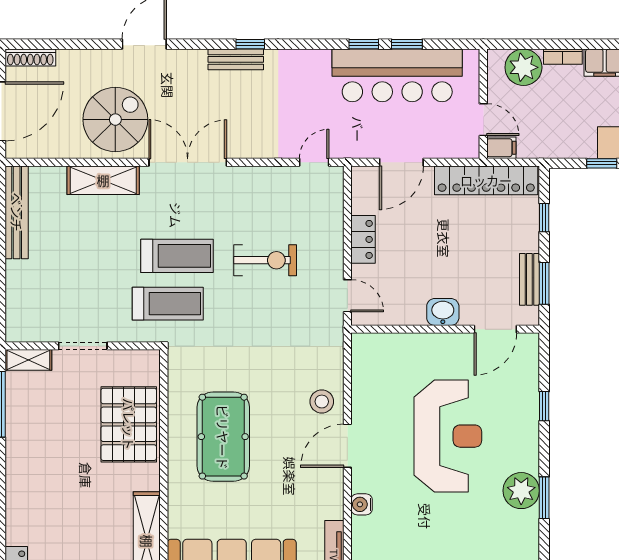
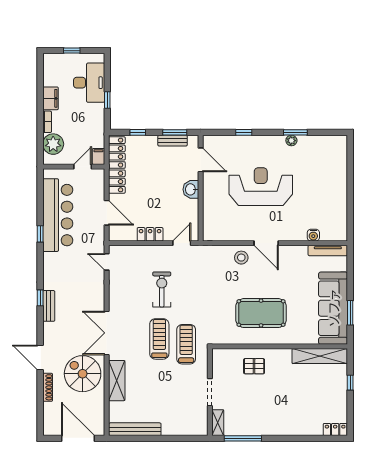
window: (407, 44) -> (40, 210), removed
shoe rack: (30, 57) -> (48, 387), moved
pallet: (129, 424) -> (254, 366), width x0.49, depth x0.50
plant: (521, 491) -> (291, 141), width x0.53, depth x0.53
water cooler: (362, 504) -> (313, 235), moved

